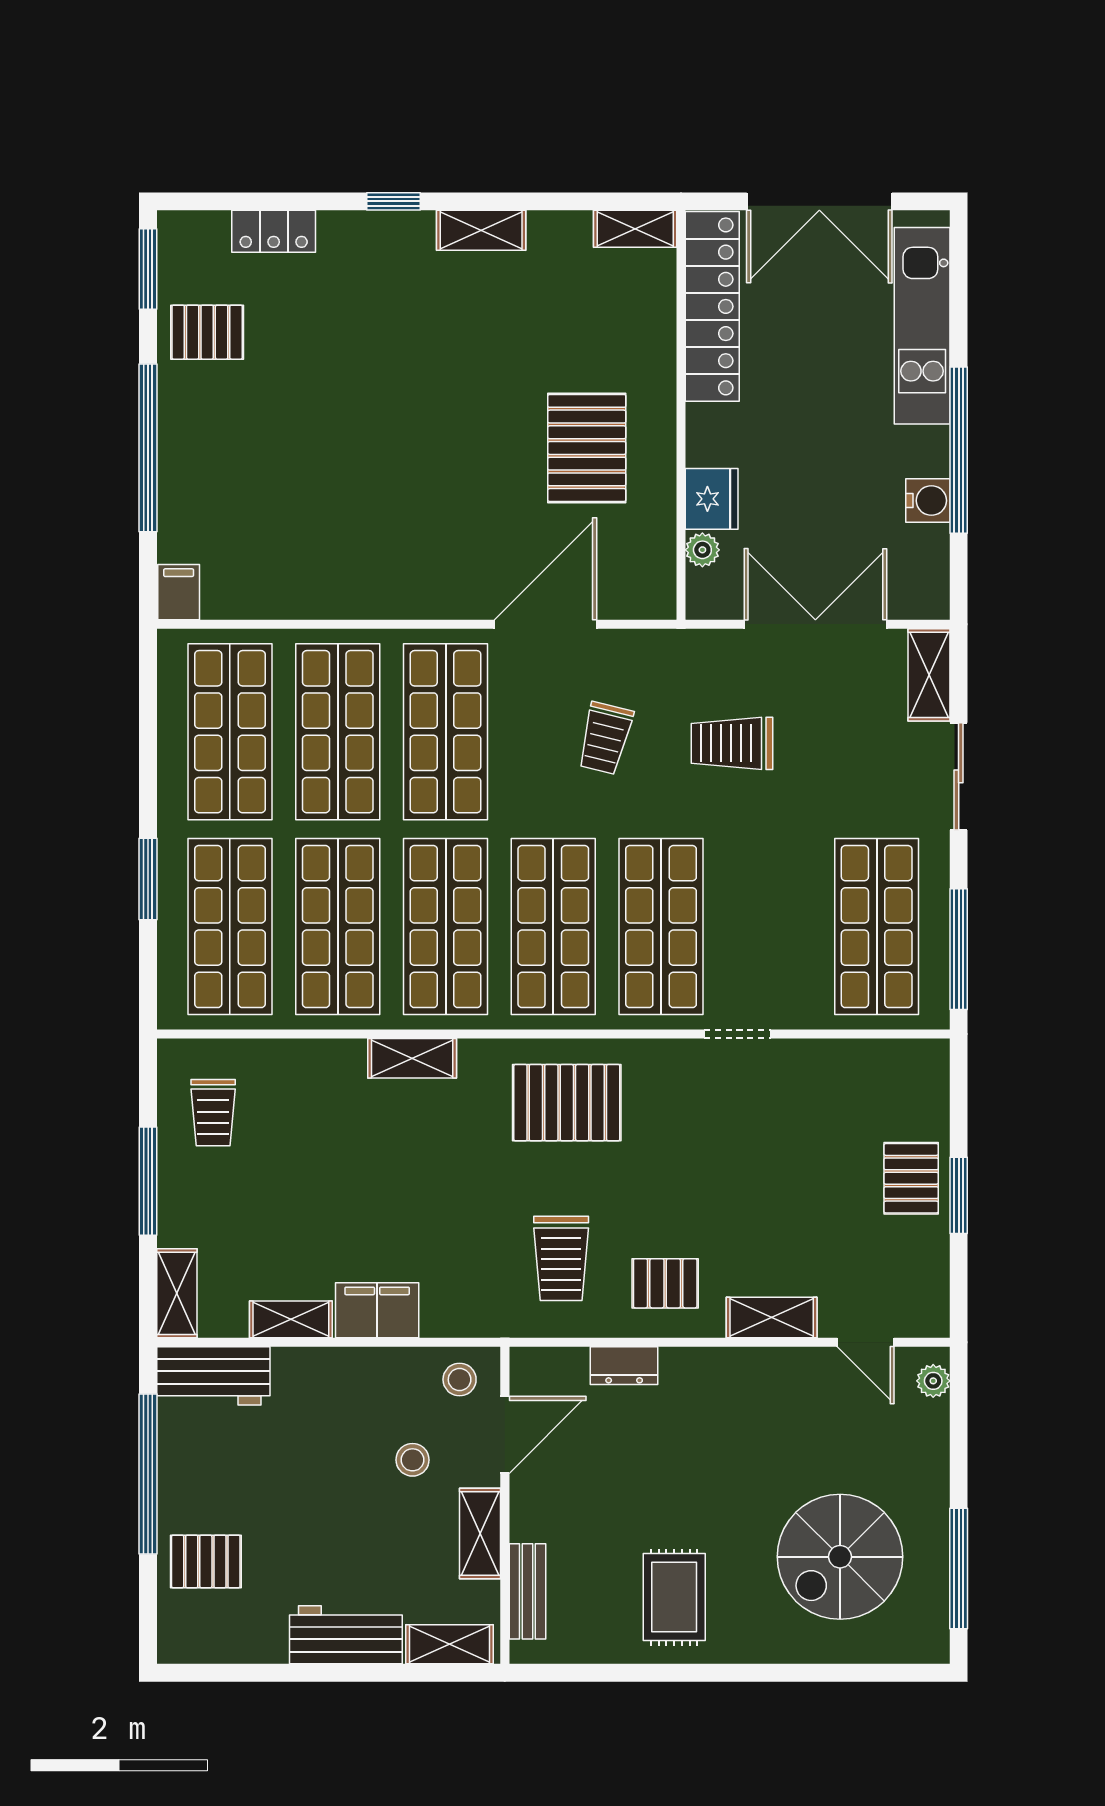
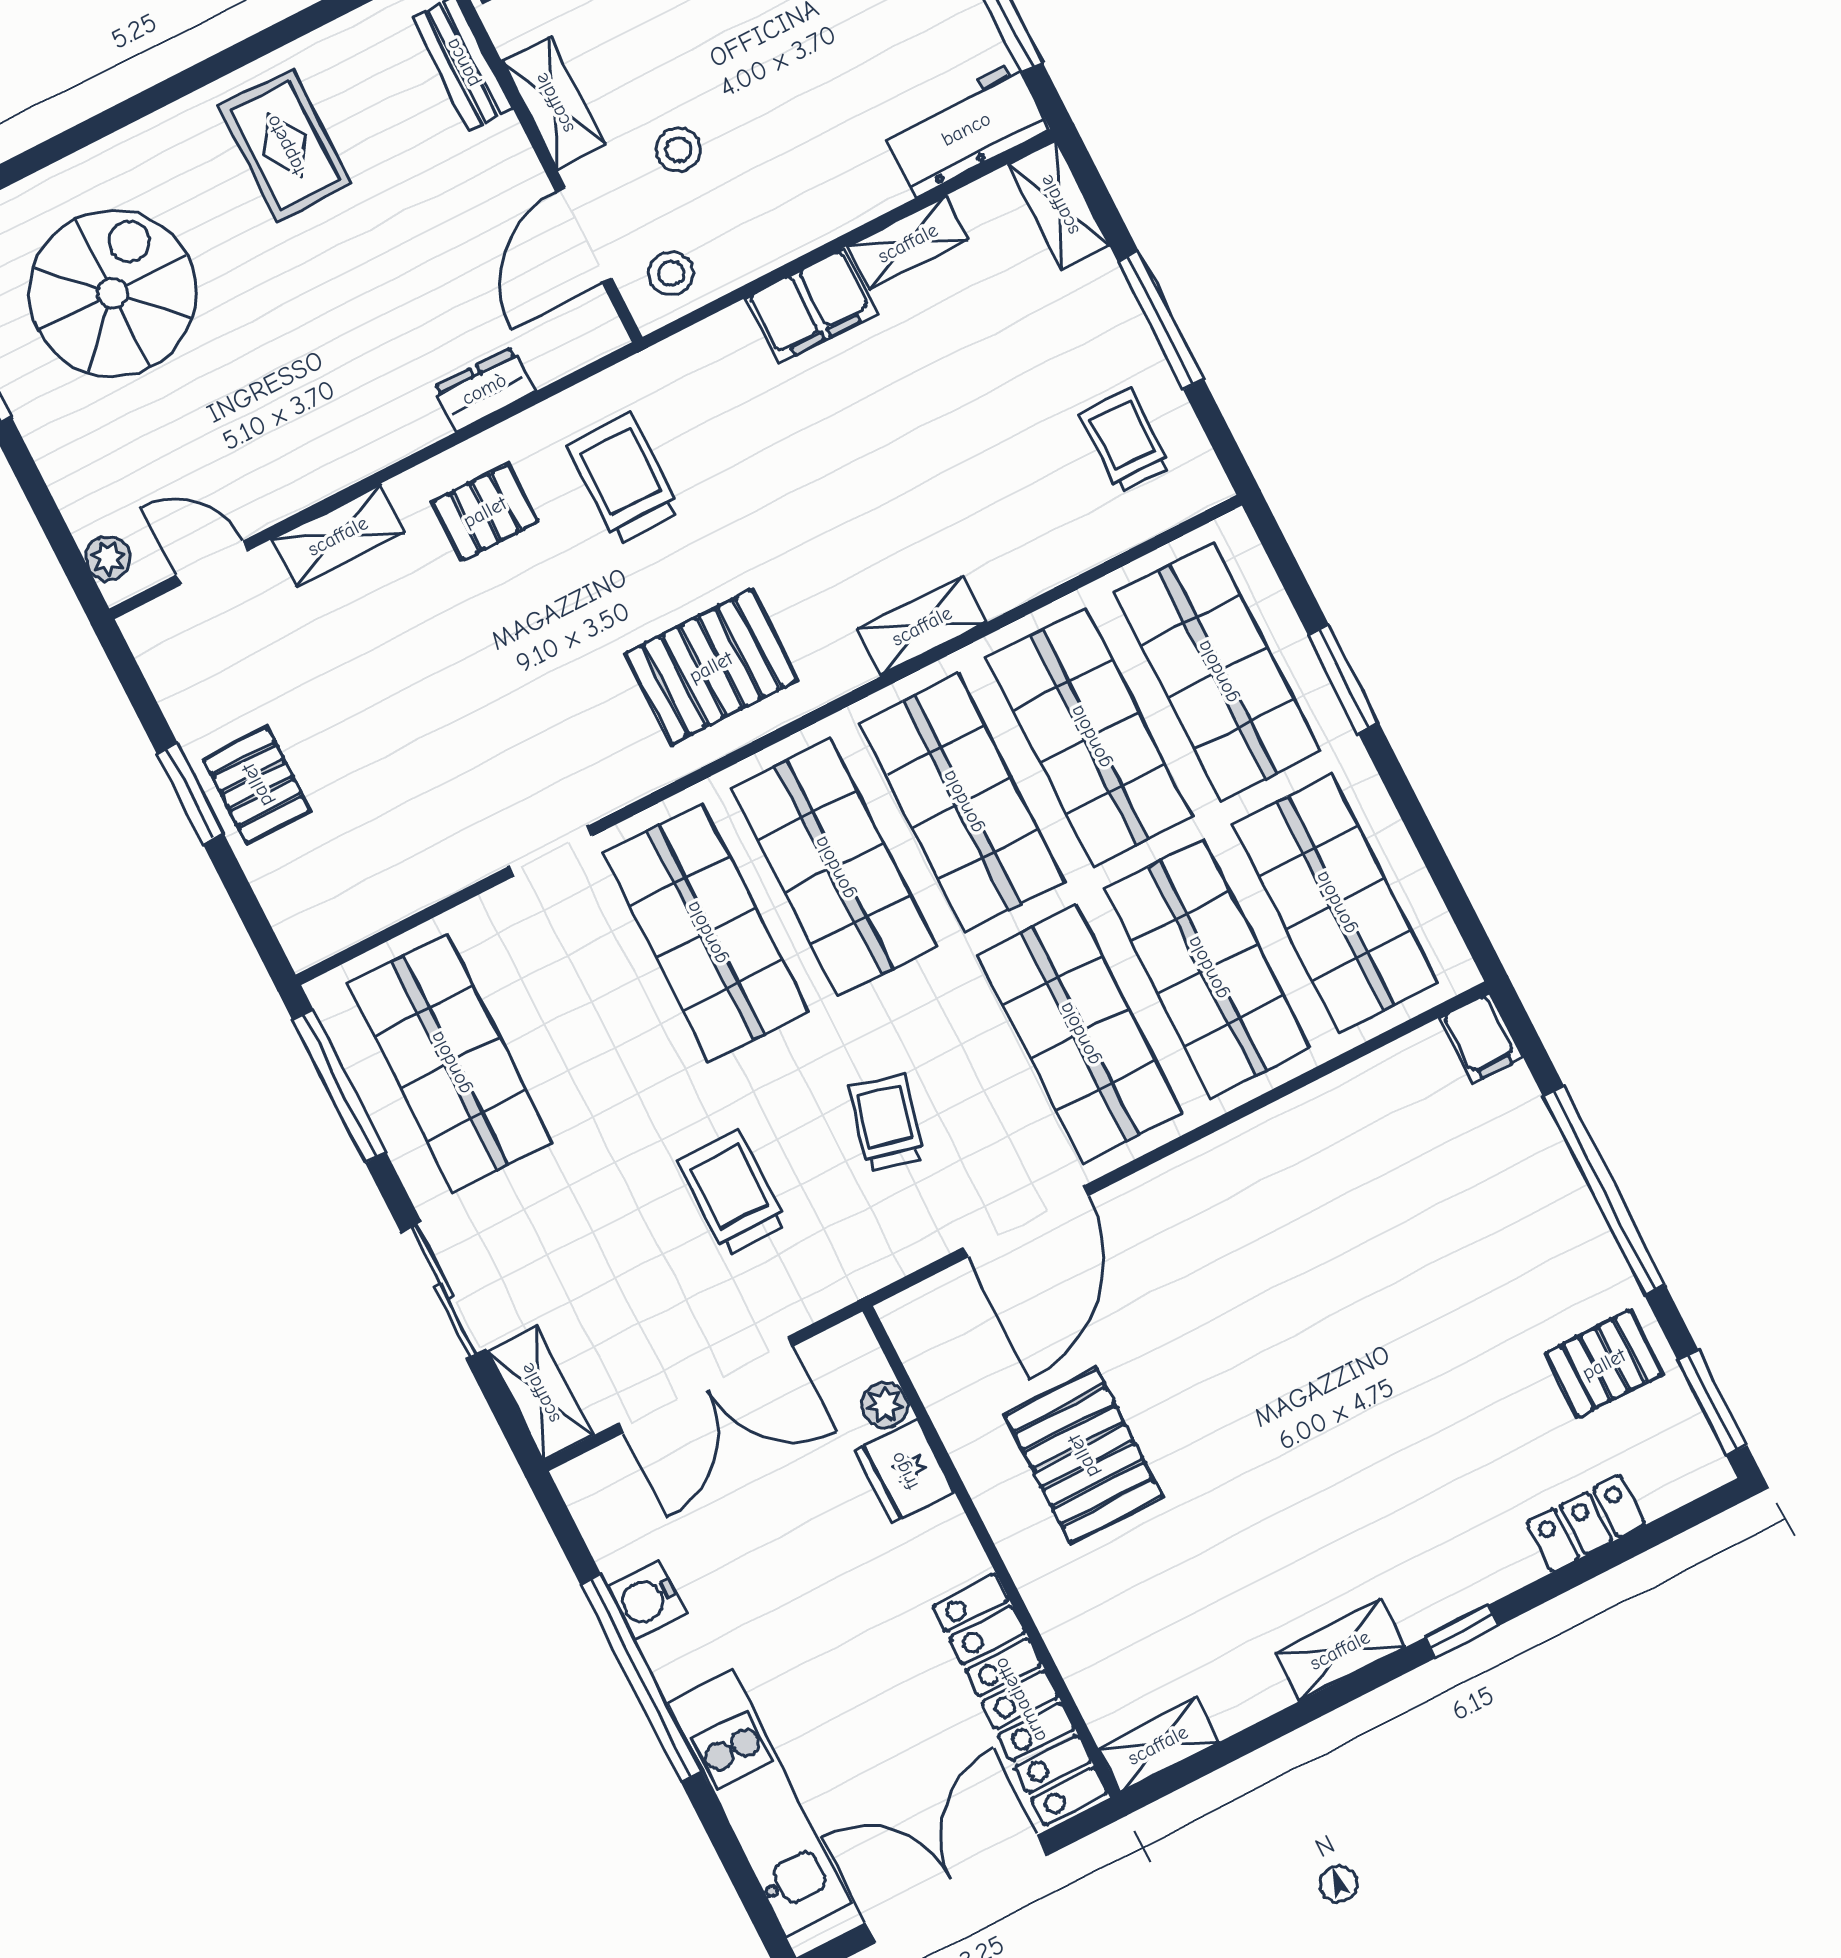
trolley: (732, 743) -> (732, 1193), turned -90

